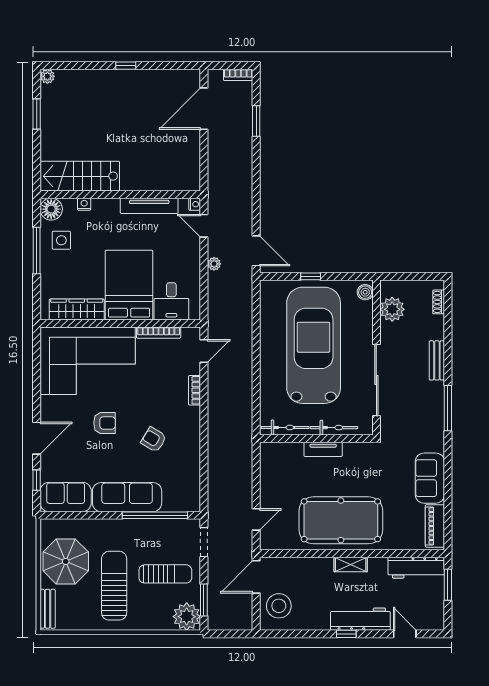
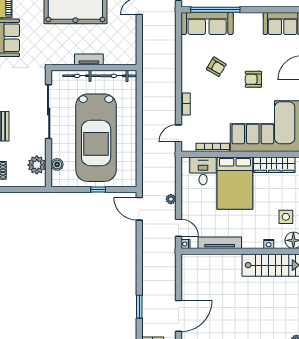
boiler: (365, 292) -> (57, 164), moved
sofa: (127, 497) -> (207, 23), moved

